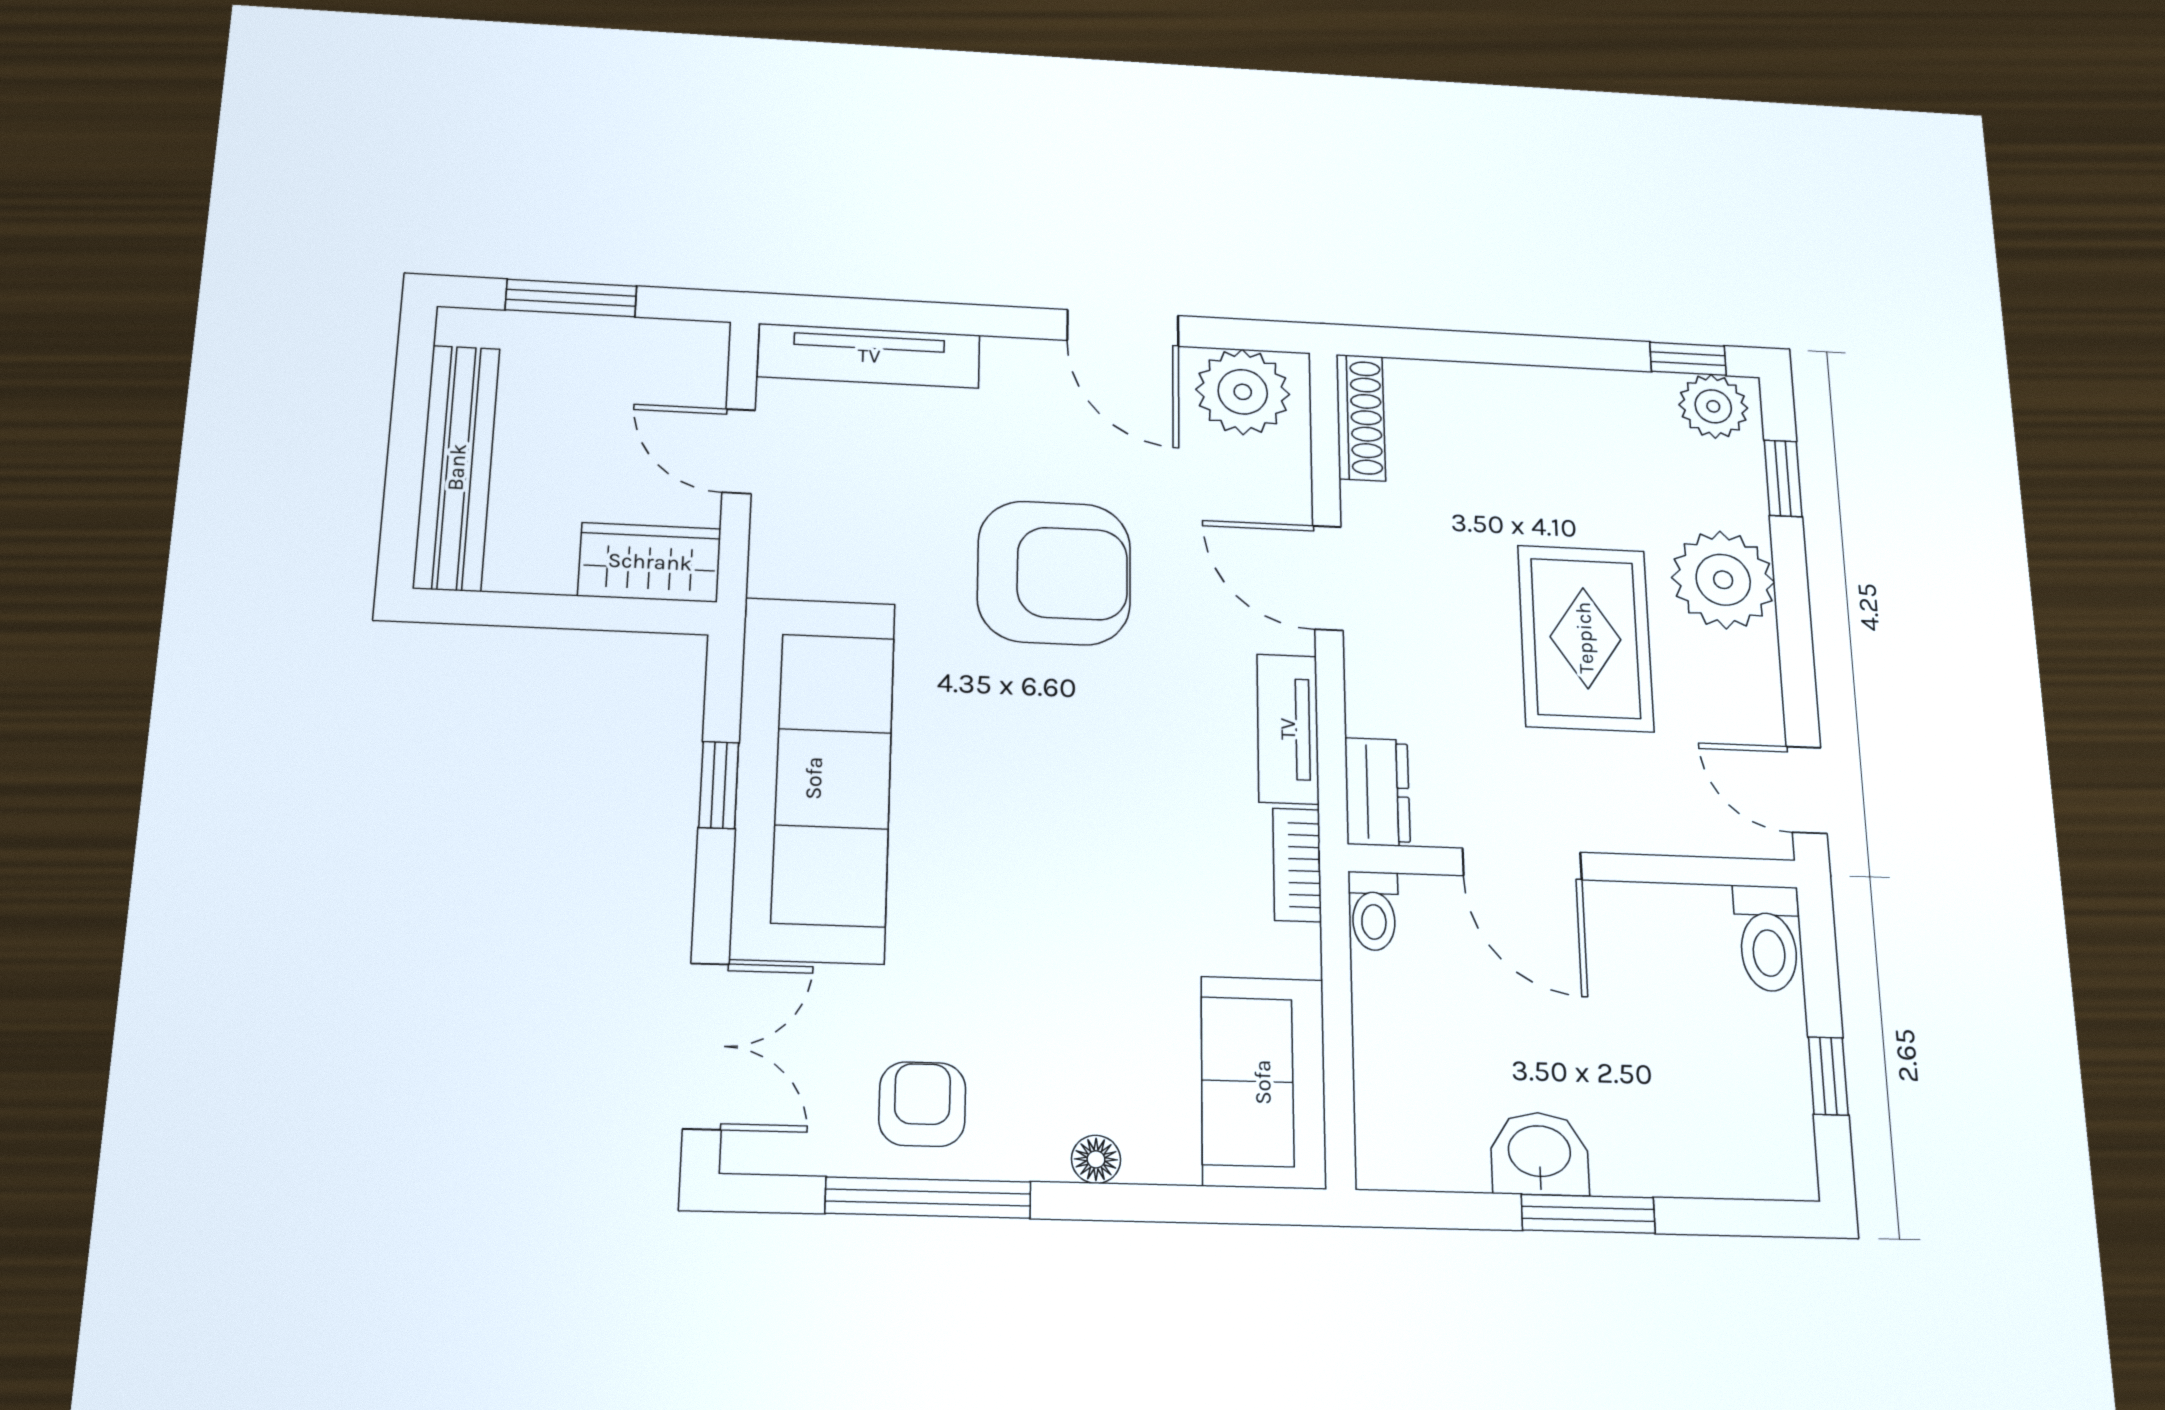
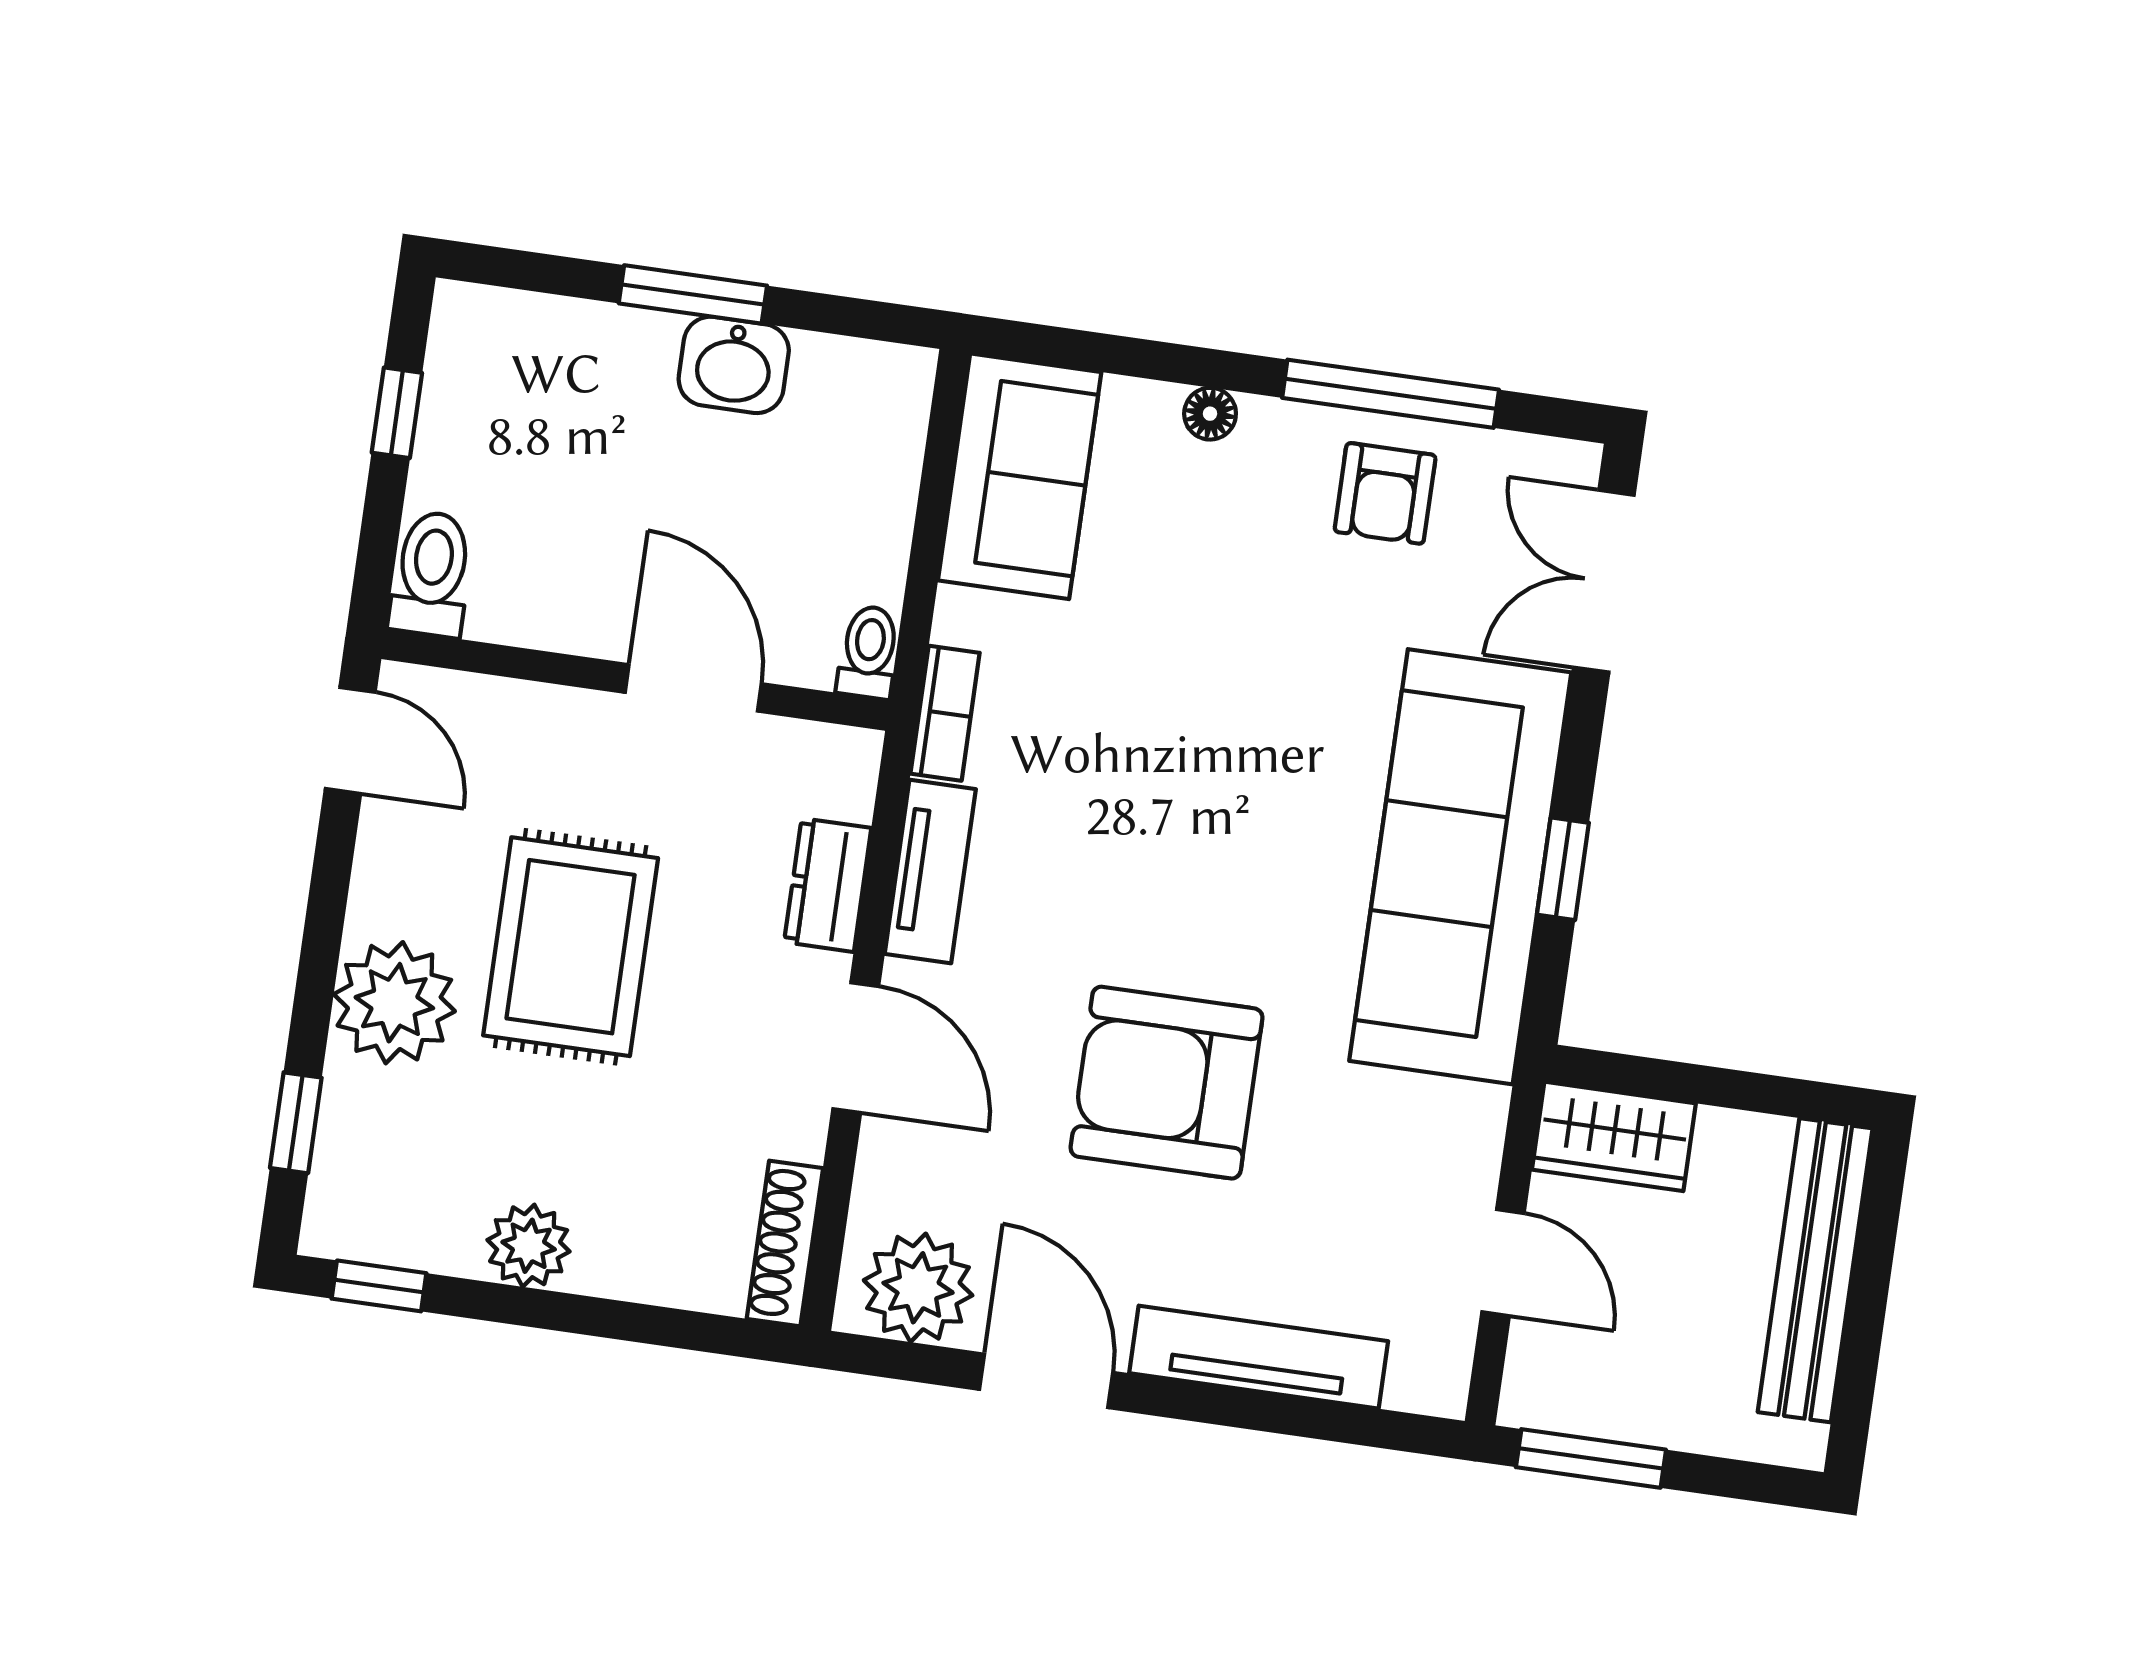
window: (571, 298) -> (1591, 1458), moved
tv unit: (869, 356) -> (1259, 1357), moved
plant: (1713, 406) -> (529, 1246), moved
dresser: (1377, 792) -> (828, 885), moved

